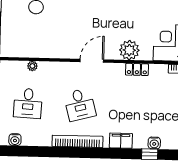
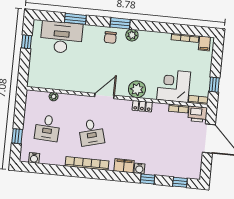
water cooler: (154, 143) -> (139, 168), moved

